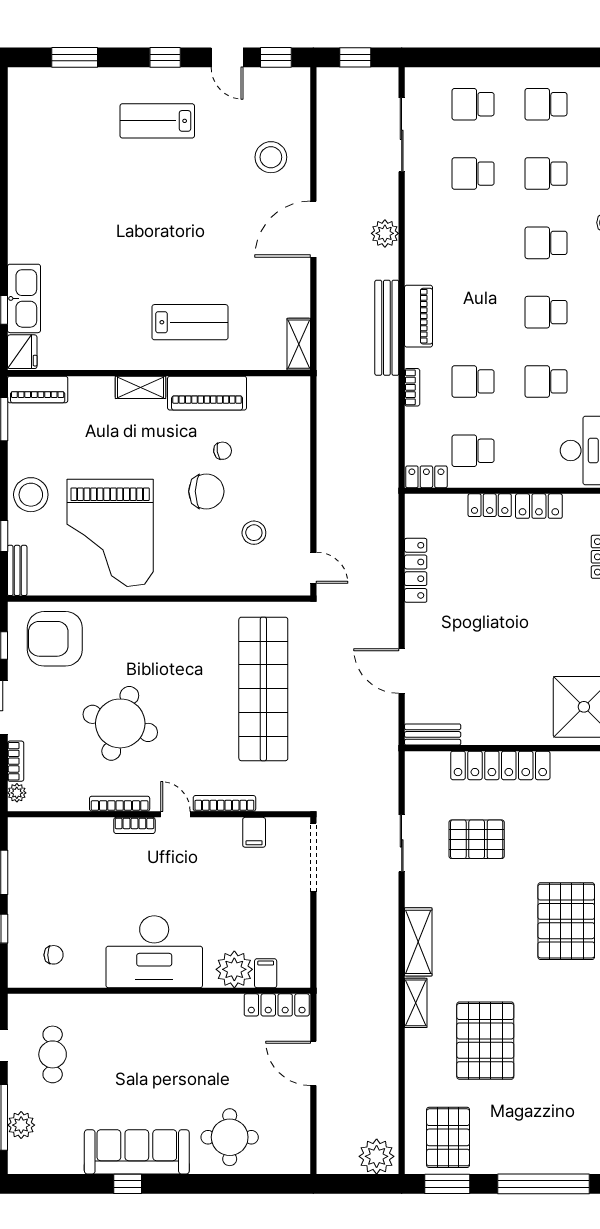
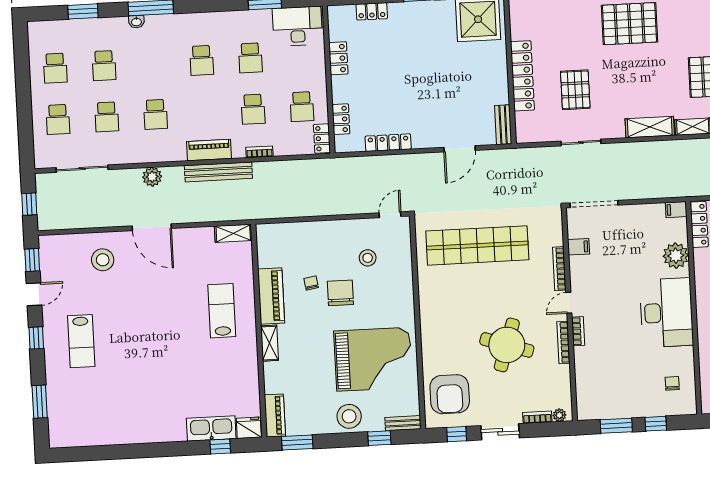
school desk: (546, 243) -> (155, 114), moved
locker: (490, 505) -> (341, 119), moved
filing cabinet: (266, 973) -> (676, 210), moved

